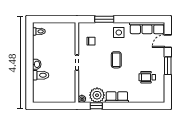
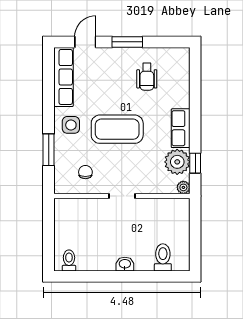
door: (168, 41) -> (85, 42), swing flipped
coffee table: (116, 60) -> (117, 129), width x1.86, depth x1.72
toilet: (41, 75) -> (163, 257), moved

